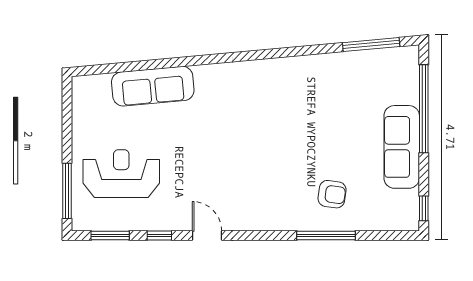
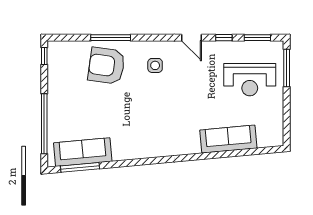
sofa: (402, 147) -> (83, 152), moved, turned -95
armchair: (332, 194) -> (107, 66), width x1.88, depth x1.88
side table: (261, 195) -> (155, 65), added

